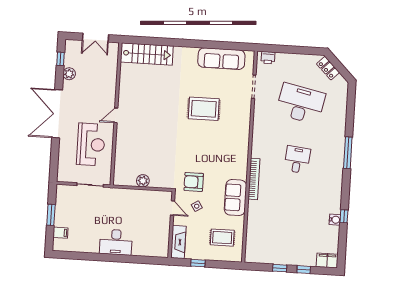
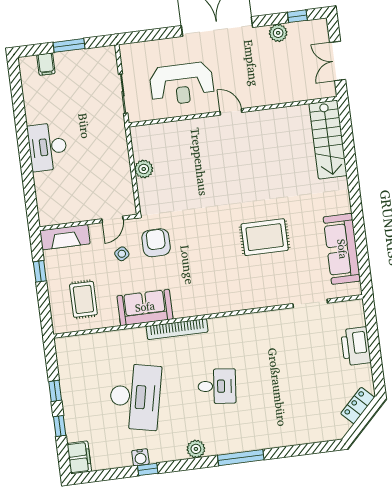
printer: (268, 58) -> (356, 346), moved, width x1.87, depth x1.48
desk: (301, 104) -> (135, 397), moved
rug: (204, 109) -> (265, 237), turned 90
plant: (336, 182) -> (196, 449), added

